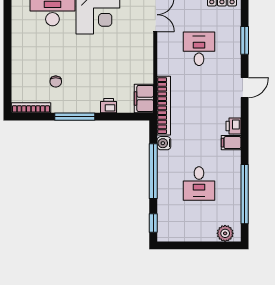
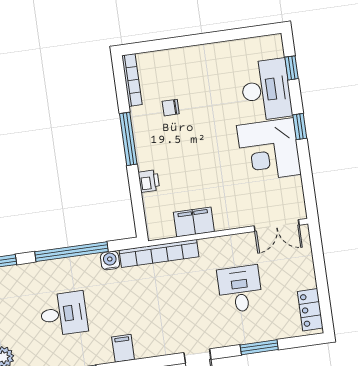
desk: (199, 49) -> (240, 289), turned -90
filing cabinet: (144, 98) -> (194, 222), moved
printer: (234, 126) -> (145, 348), removed
desk: (199, 184) -> (64, 314), turned 180

